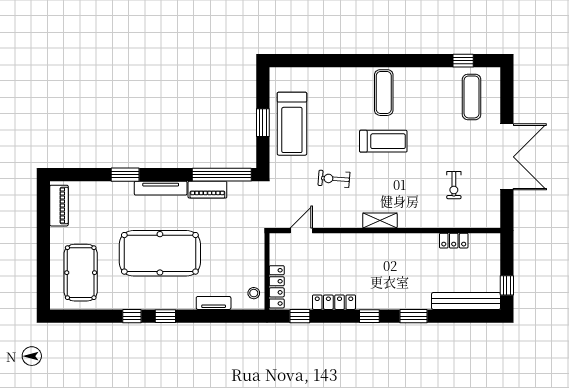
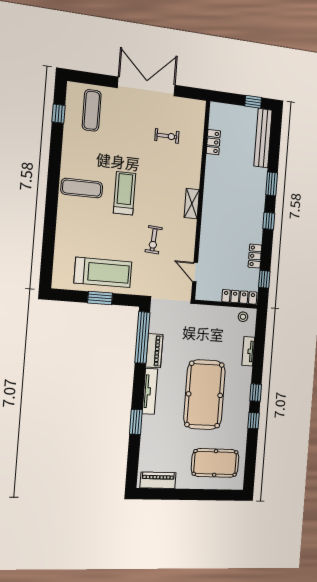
exercise mat: (472, 97) -> (92, 110), turned 90
locker: (334, 302) -> (255, 256), width x0.66

